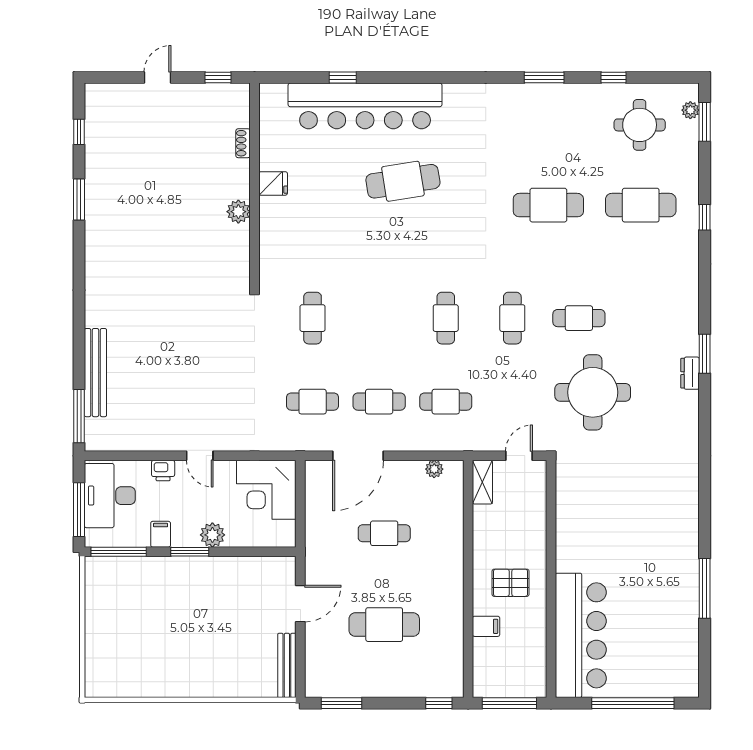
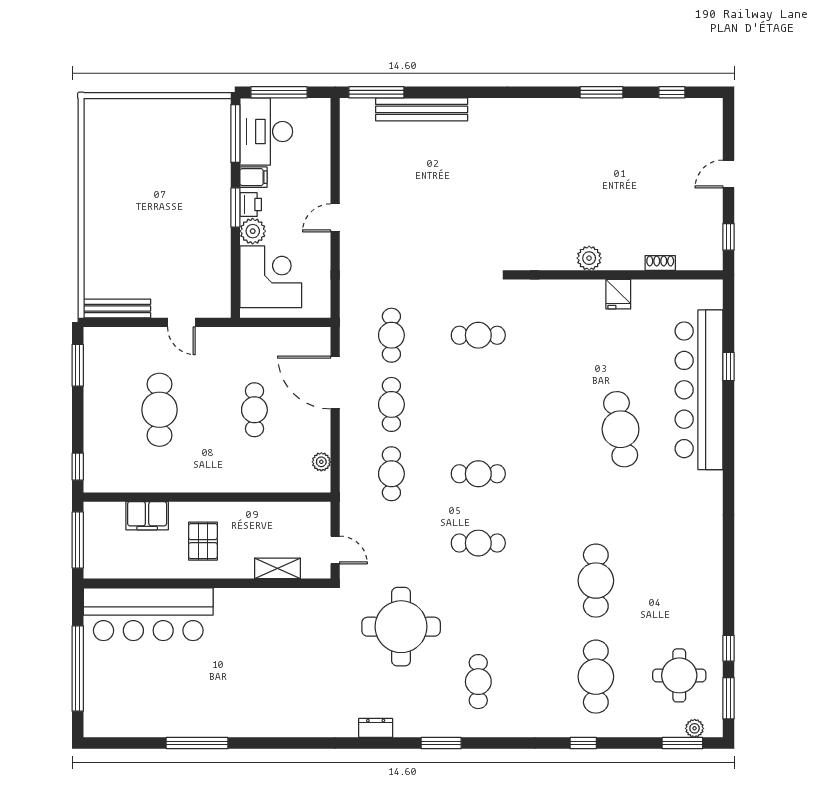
door: (158, 78) -> (728, 174), swing flipped
window: (544, 78) -> (728, 698), moved
cafe table: (579, 318) -> (478, 682), moved
dresser: (690, 373) -> (376, 728), moved
printer: (163, 471) -> (251, 205), moved, turned 180
shelving: (482, 482) -> (277, 568), moved
corner desk: (266, 490) -> (271, 277), moved, turned 90
desk: (110, 496) -> (266, 132), moved, turned -90
door: (300, 604) -> (181, 322), width x0.73
filing cabinet: (486, 626) -> (147, 516), width x2.00

